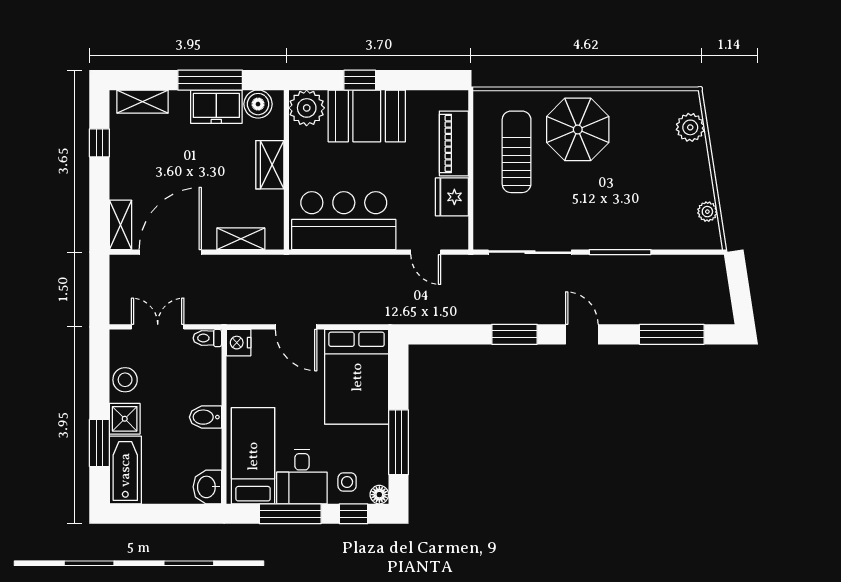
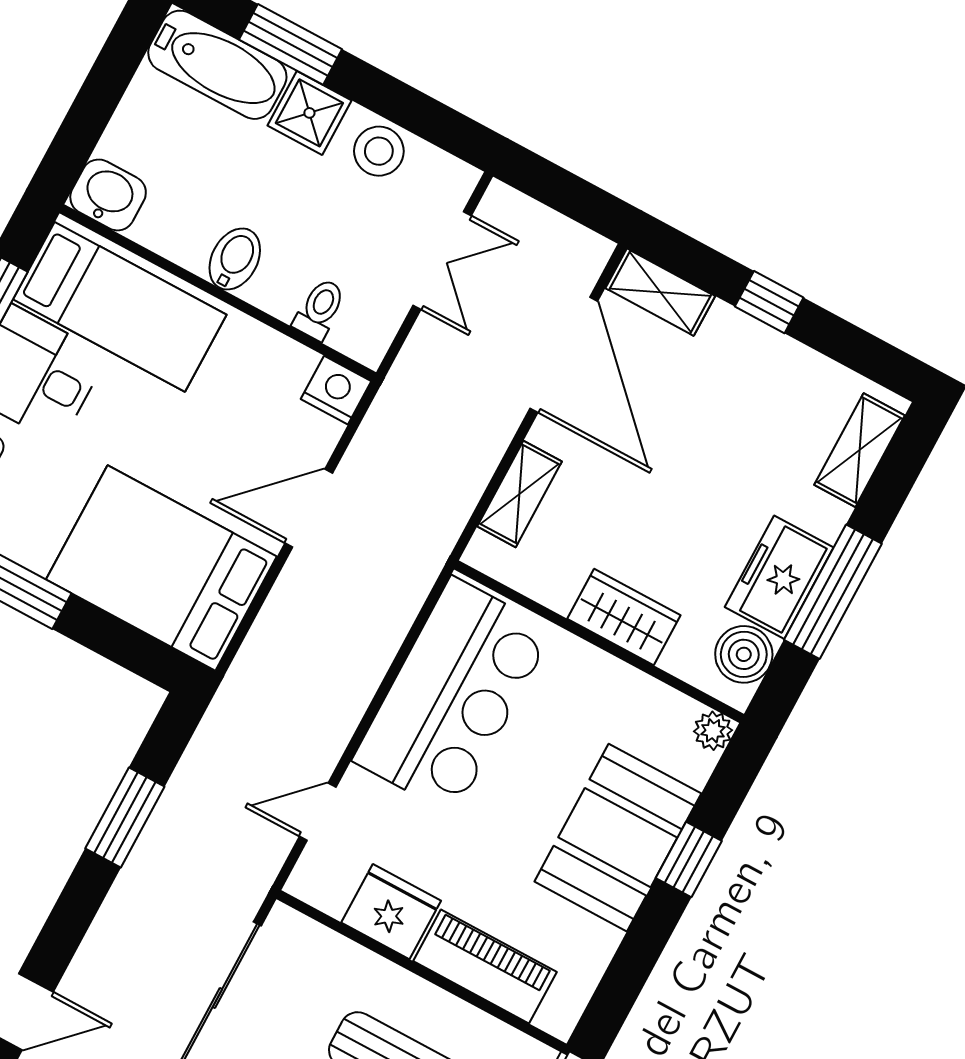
plant: (307, 108) -> (713, 731), width x0.53, depth x0.53
window: (99, 143) -> (769, 302), moved
window: (514, 334) -> (125, 818), moved
toilet: (207, 338) -> (320, 309), moved

